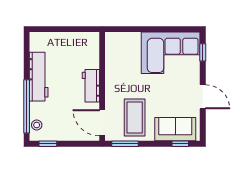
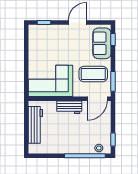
corner sofa: (171, 53) -> (51, 81), moved, turned -90
workbench: (39, 77) -> (35, 125), moved, turned 90

